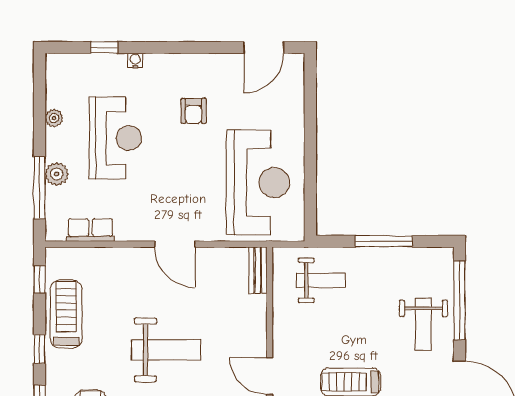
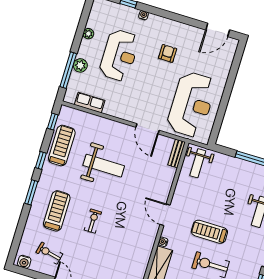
armchair: (193, 111) -> (168, 53), turned 180
door: (175, 244) -> (148, 129), moved
weight bench: (321, 280) -> (198, 163), moved, turned 90
weight bench: (166, 350) -> (104, 166), moved

